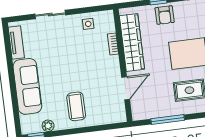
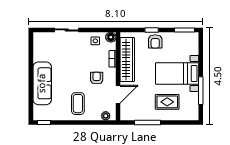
floor lamp: (107, 17) -> (111, 37), added
tv unit: (16, 43) -> (38, 48), removed
armchair: (96, 71) -> (97, 78), added
plant: (48, 126) -> (106, 116), moved

